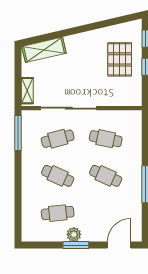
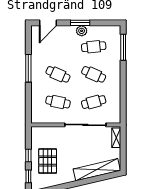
shelving: (44, 50) -> (97, 170), width x1.47
window: (18, 133) -> (123, 47), moved

